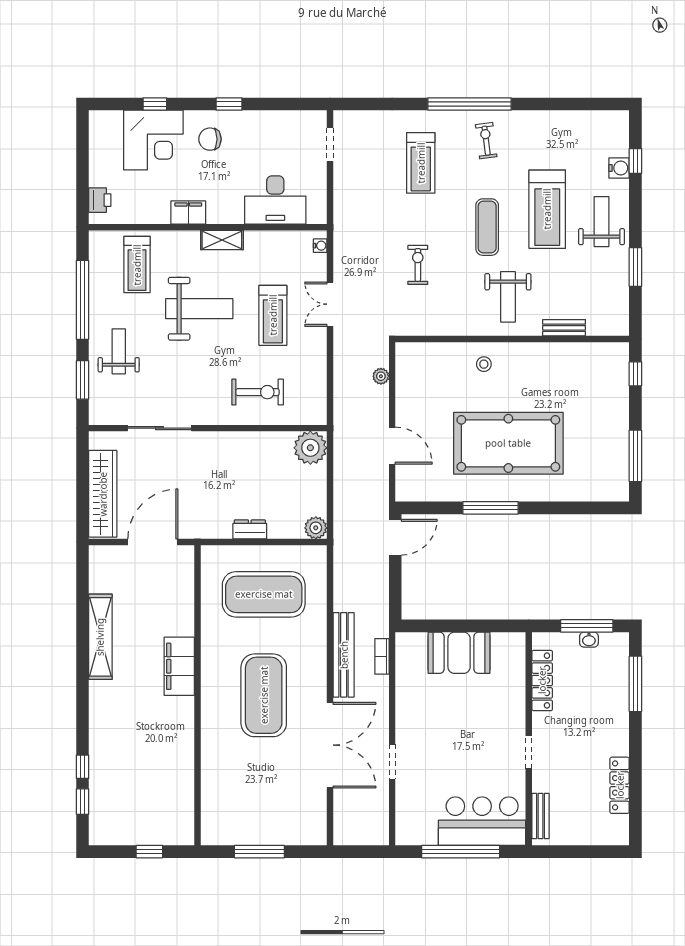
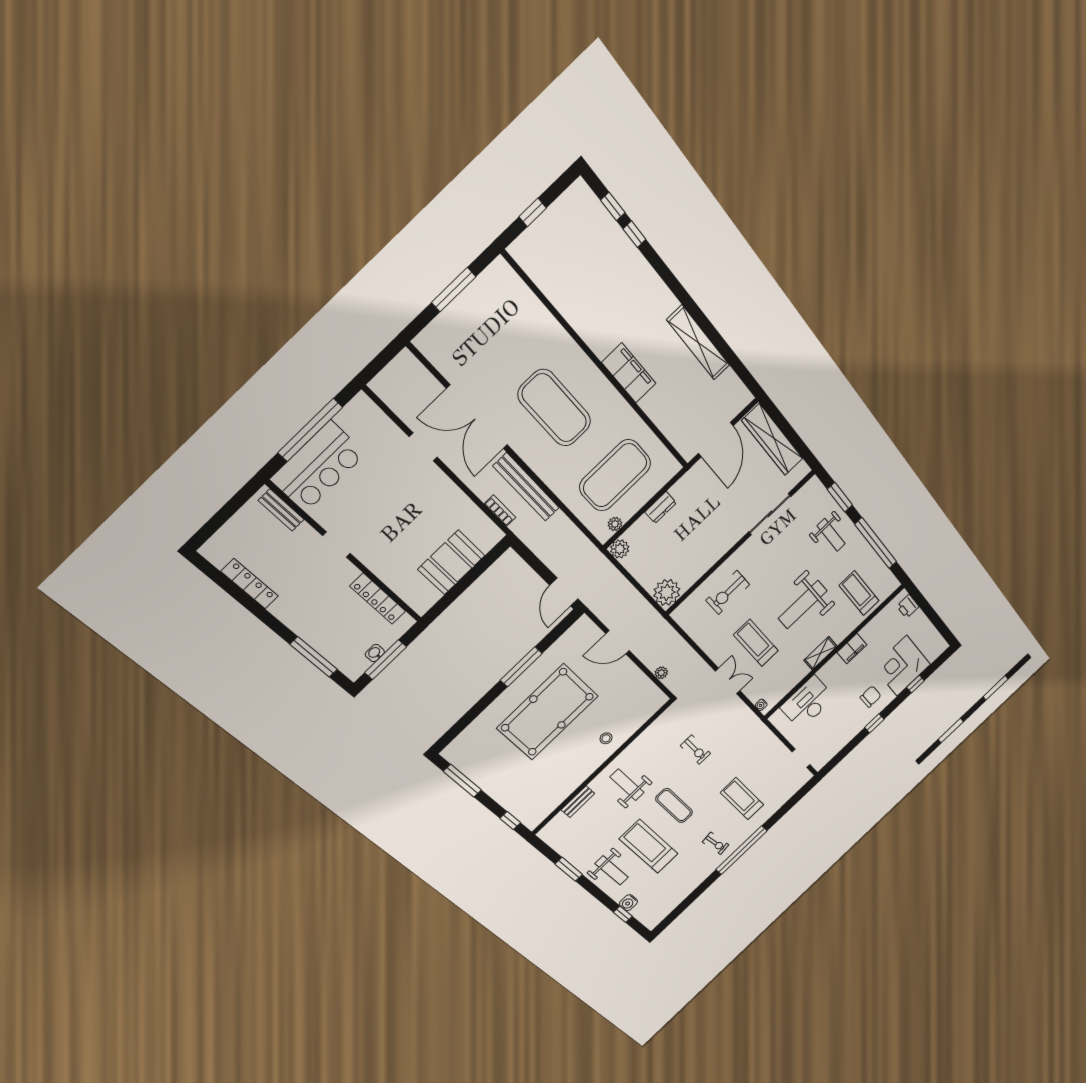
plant: (300, 553) -> (615, 524), added

